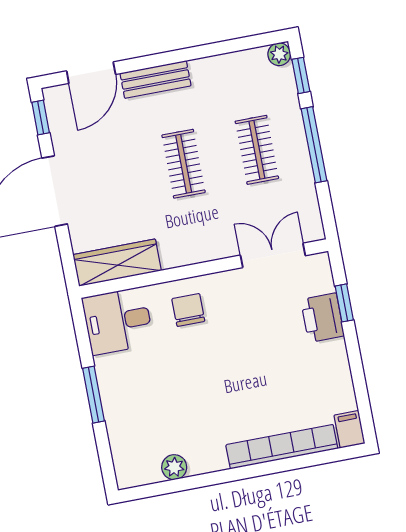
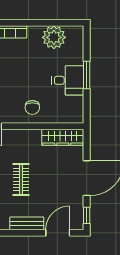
desk: (118, 321) -> (68, 80), moved
plant: (174, 467) -> (54, 37), width x1.88, depth x1.88

